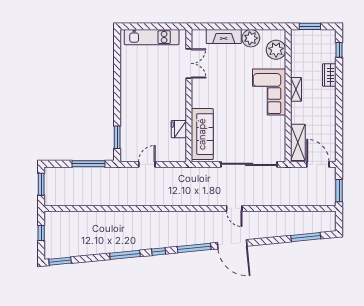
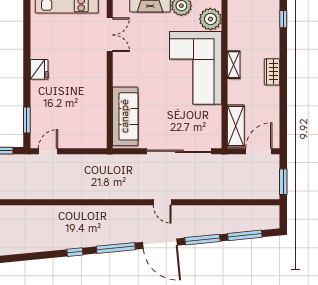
wardrobe: (329, 75) -> (272, 72), moved
corner sofa: (269, 92) -> (196, 68), width x1.36, depth x1.36
fridge: (179, 129) -> (39, 69), moved, turned 180
door: (147, 164) -> (48, 151), moved
door: (318, 164) -> (259, 151), hinge flipped
window: (125, 255) -> (202, 240), moved

